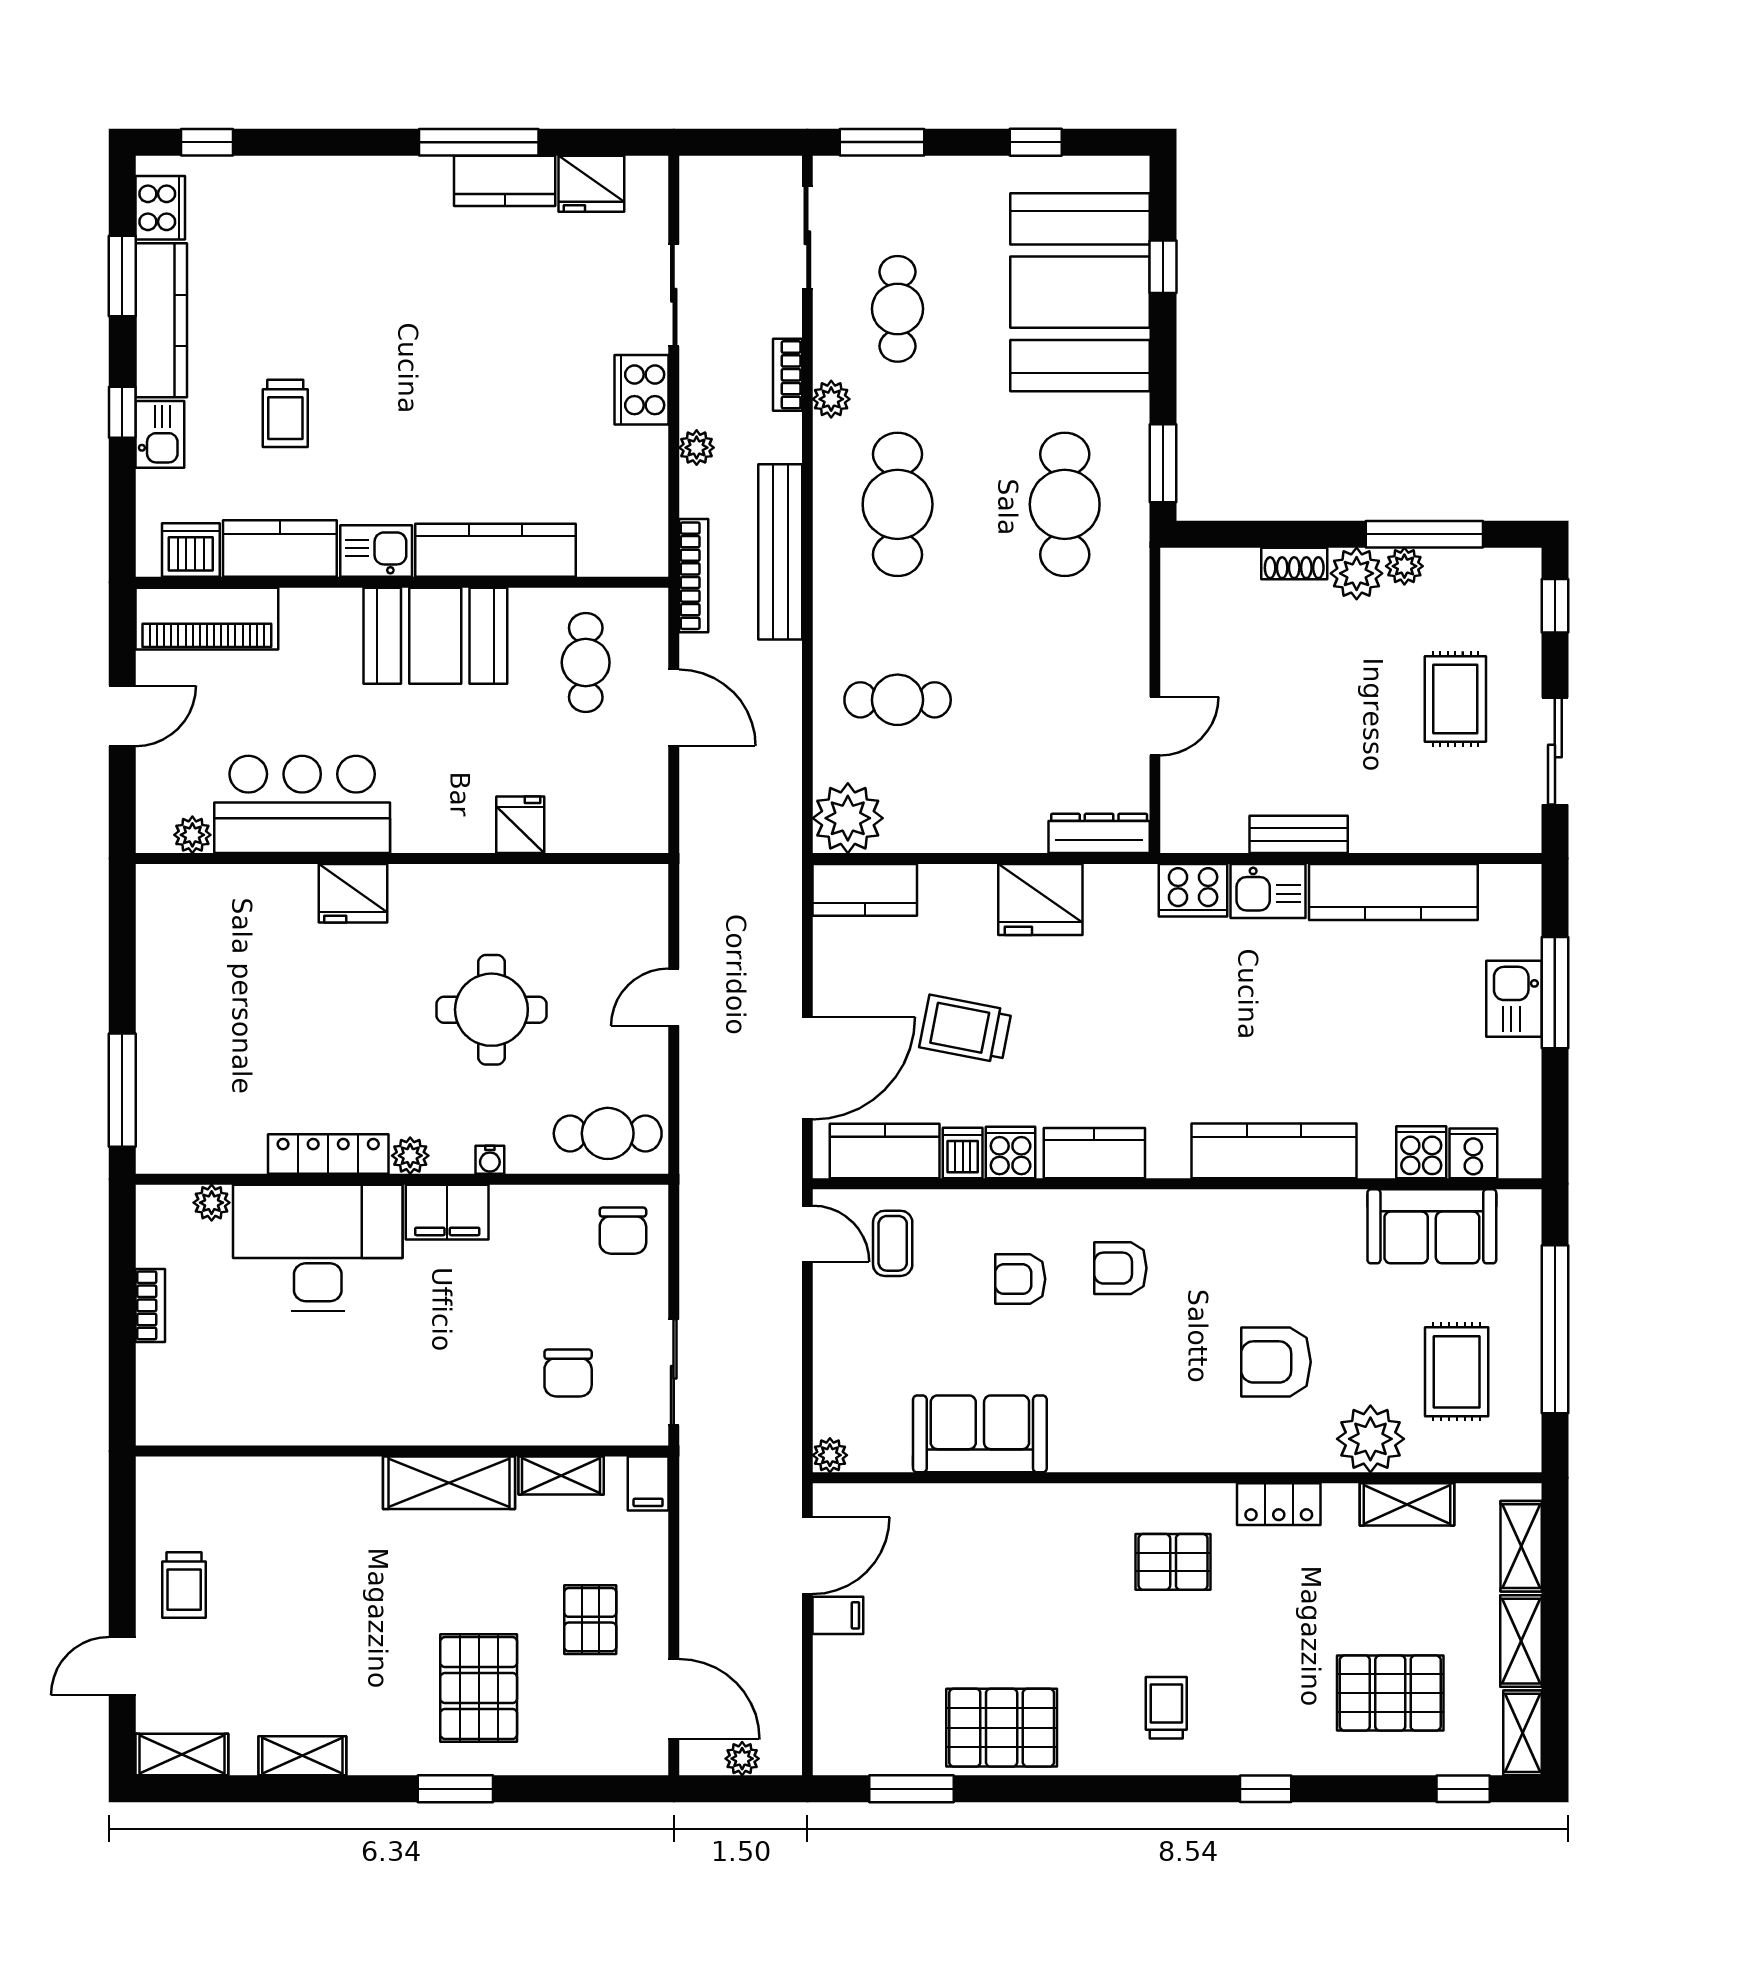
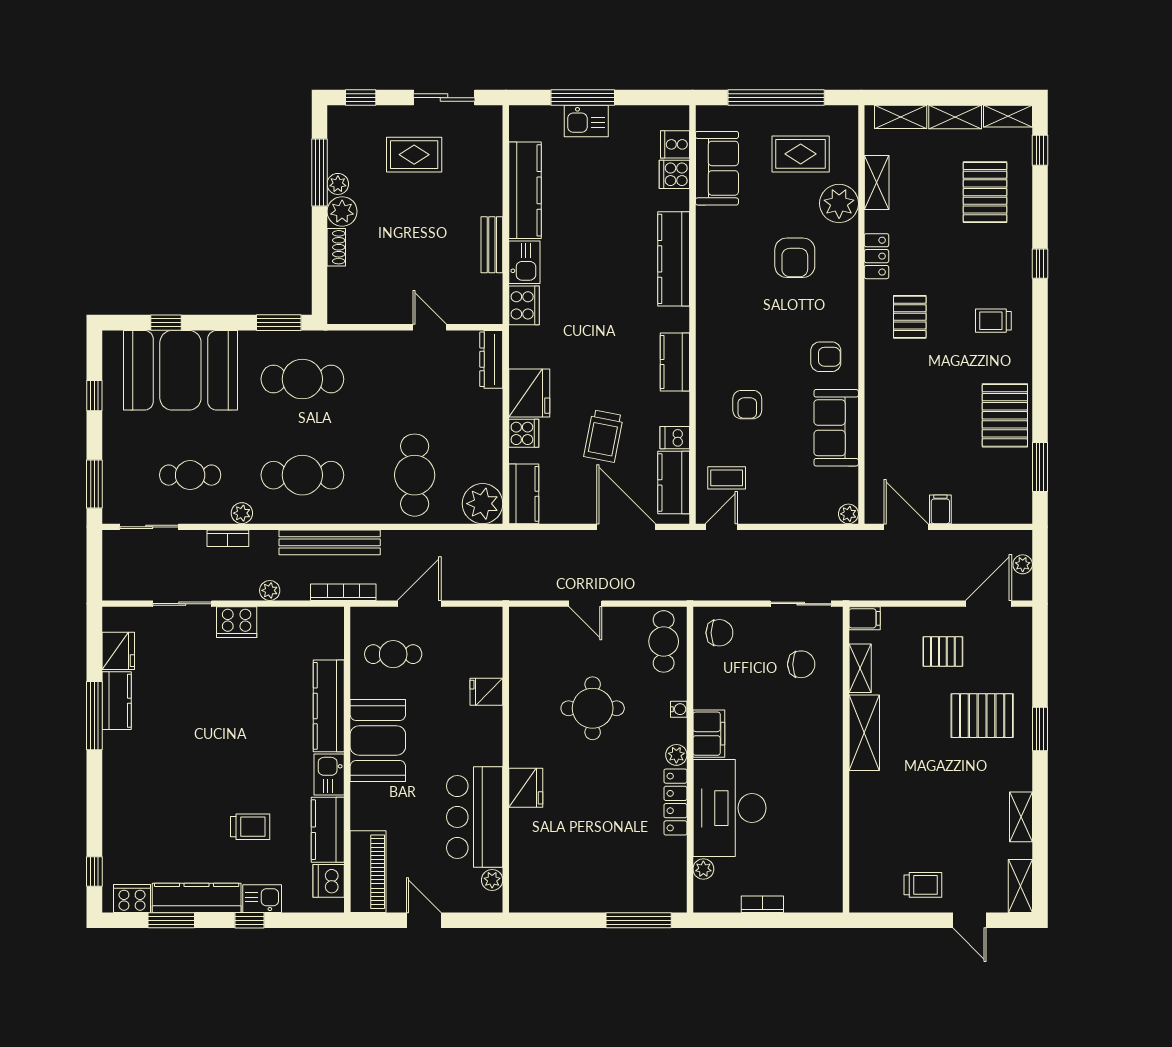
cafe table: (898, 700) -> (415, 475), width x1.37, depth x1.35
cooker: (1011, 1153) -> (524, 433), moved, turned 180
armchair: (1120, 1268) -> (826, 357), moved, turned -90

